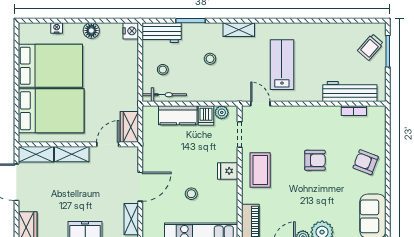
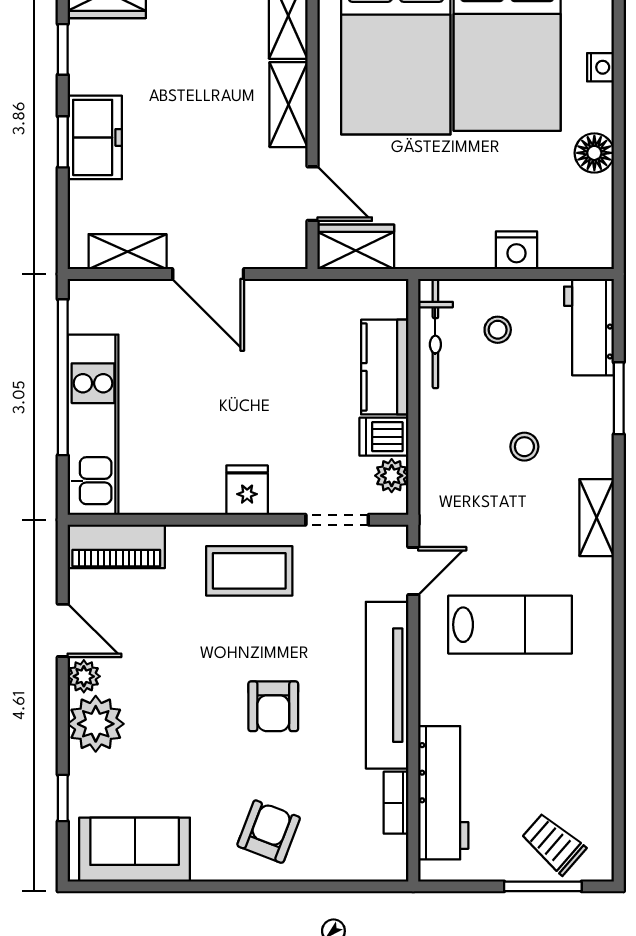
nightstand: (131, 31) -> (517, 250), moved
tv unit: (306, 114) -> (387, 685), added
stool: (191, 194) -> (191, 400), removed

